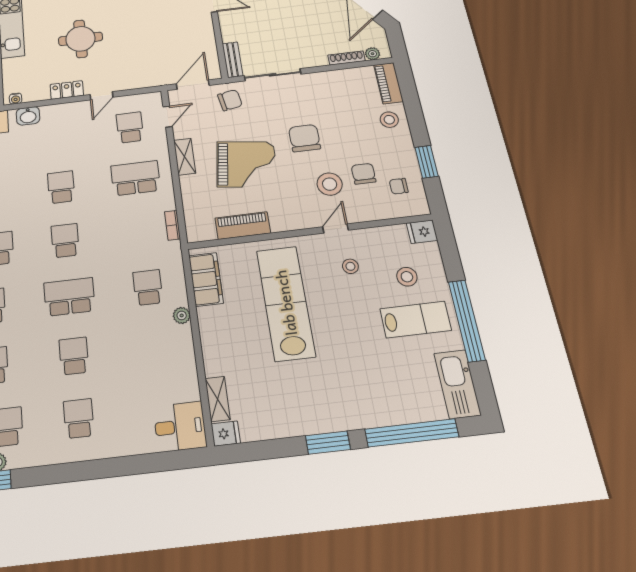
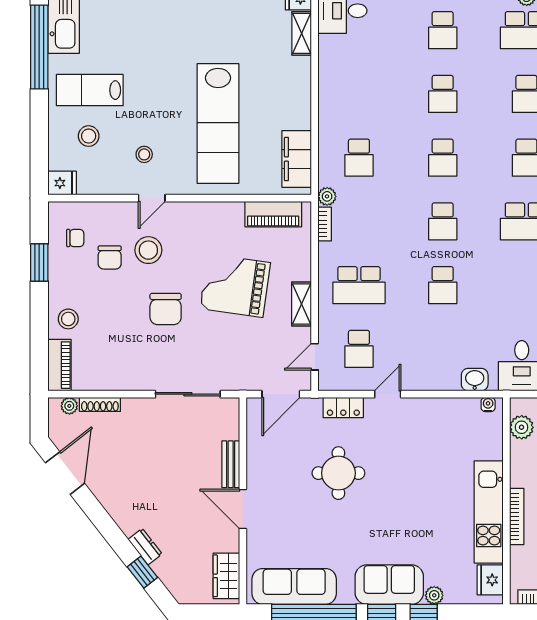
round table: (80, 39) -> (338, 473), moved
bench: (233, 60) -> (231, 464), moved
locker: (67, 90) -> (343, 408), moved
chair: (230, 100) -> (241, 368), removed
piano: (243, 226) -> (273, 214), moved
school desk: (69, 297) -> (443, 158), width x0.54
plant: (182, 315) -> (327, 196), moved
window: (467, 321) -> (39, 47), moved

